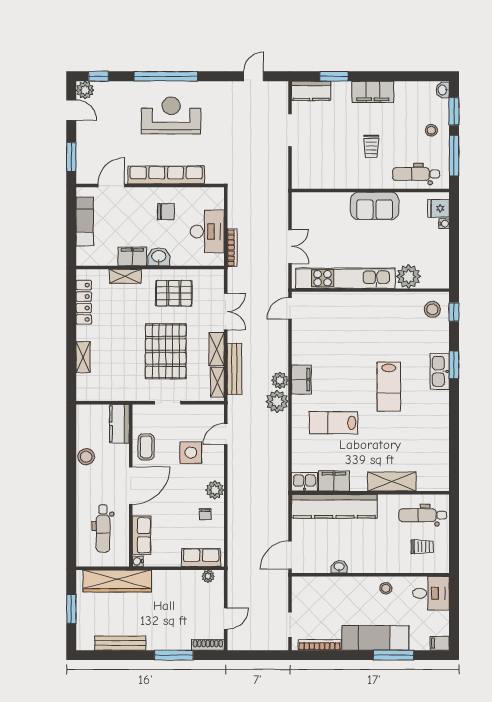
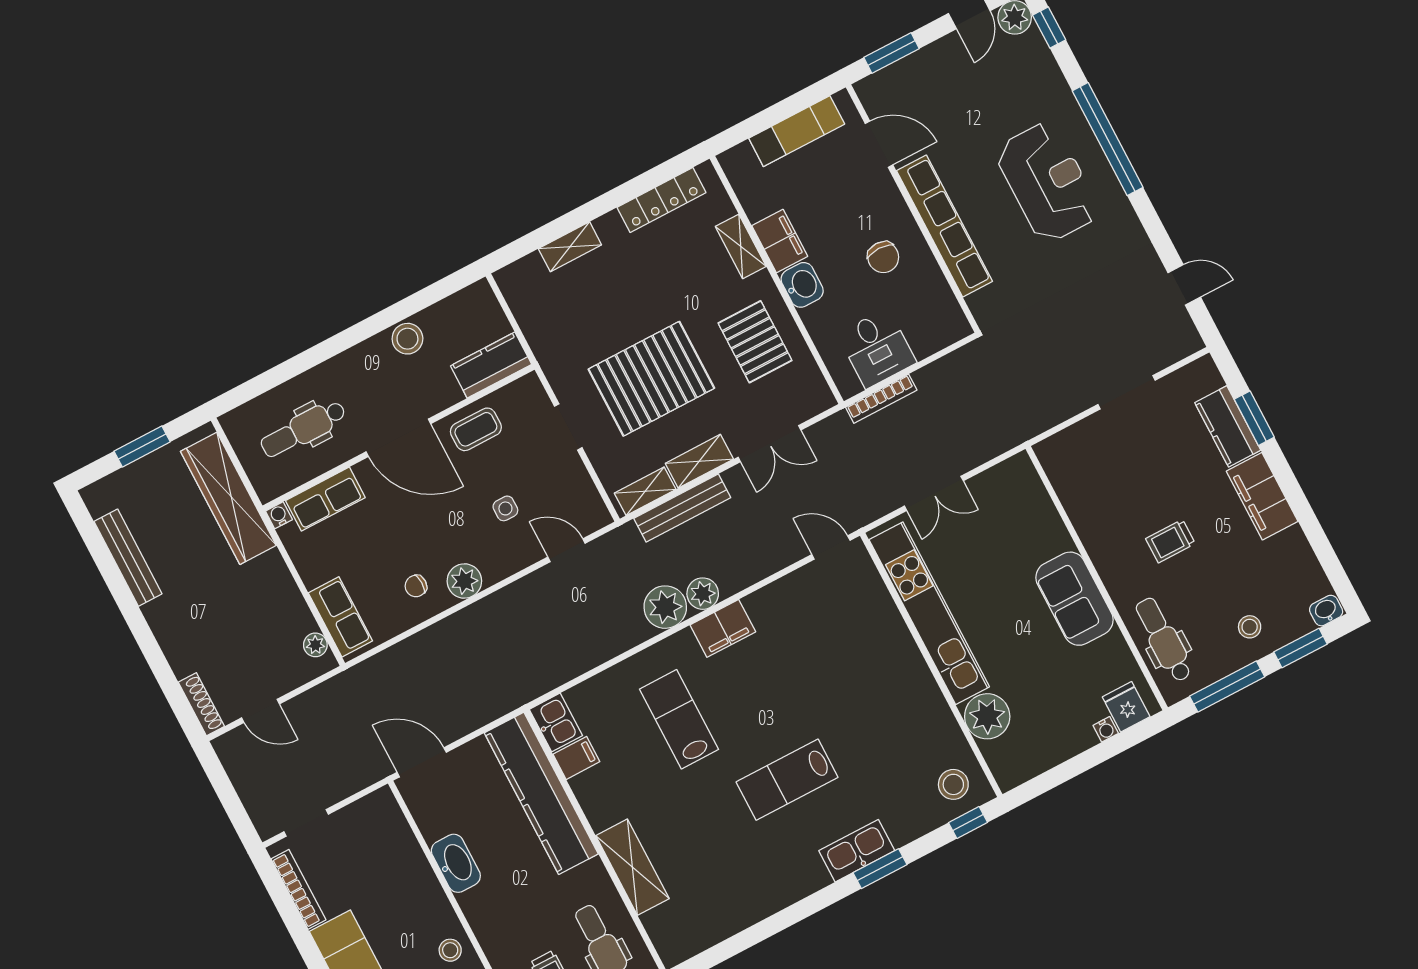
kitchen counter: (311, 91) -> (1228, 426), moved
desk: (207, 232) -> (877, 348), width x0.73
side table: (191, 453) -> (505, 508), width x0.54, depth x0.54
filing cabinet: (334, 481) -> (576, 758), width x0.50
washbasin: (339, 567) -> (456, 863), width x1.91, depth x1.45
window: (174, 655) -> (155, 657), removed

